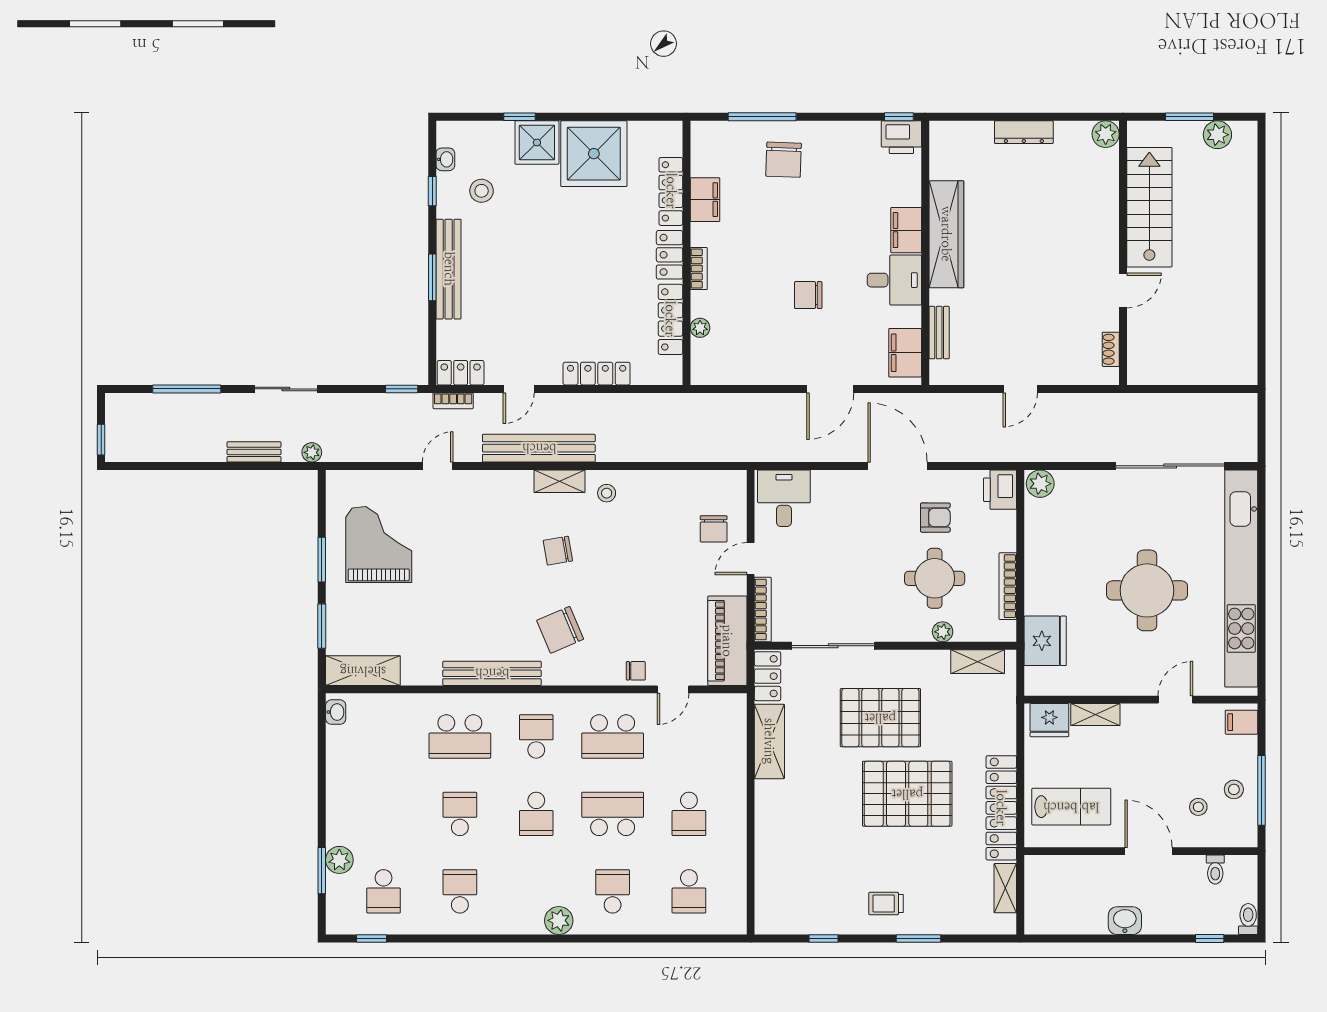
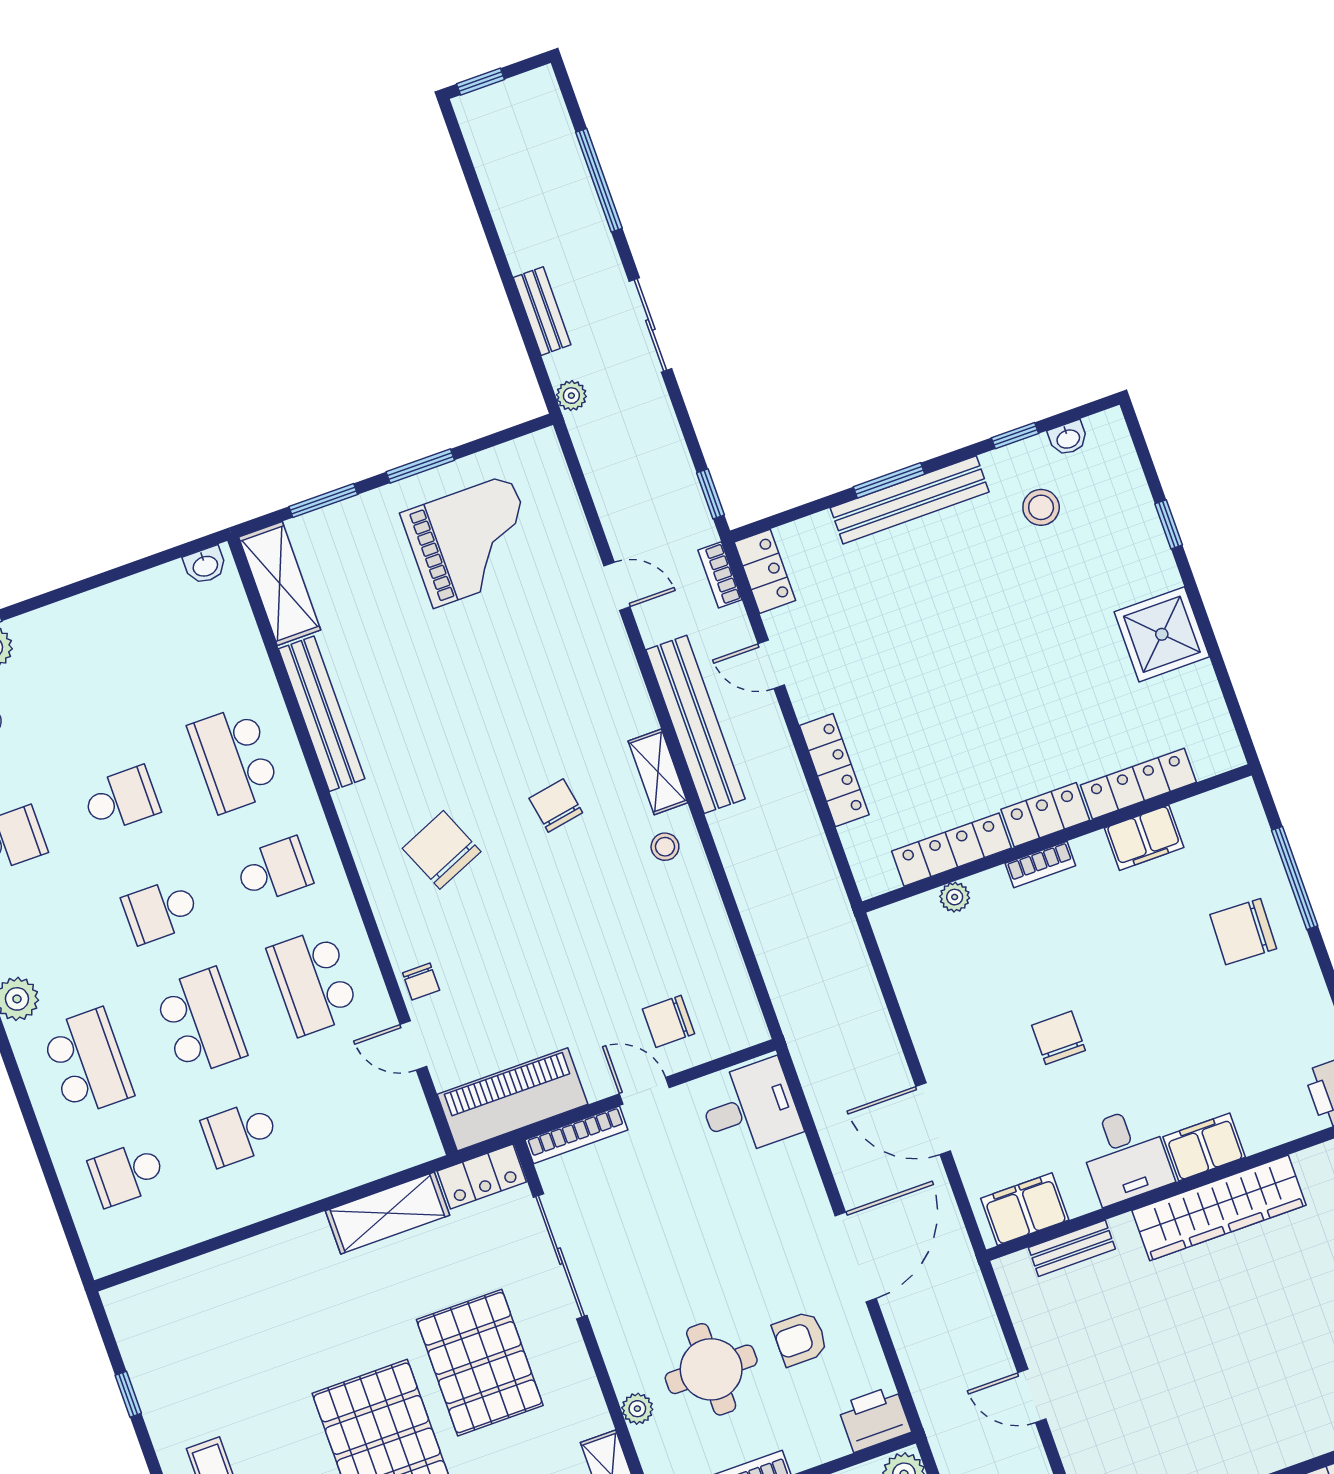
shower: (537, 142) -> (1140, 563), removed
shower: (594, 154) -> (1162, 634), width x0.73, depth x0.73
armchair: (935, 518) -> (800, 1339), turned 90
bench: (492, 673) -> (322, 714), moved
school desk: (613, 891) -> (87, 1062), width x1.85

